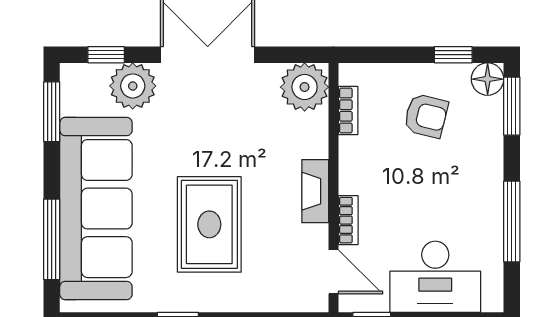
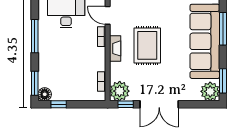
window: (106, 55) -> (126, 104), moved
plant: (133, 86) -> (210, 91), moved
armchair: (426, 116) -> (70, 79), removed
rug: (209, 224) -> (147, 45), moved

